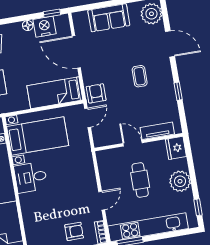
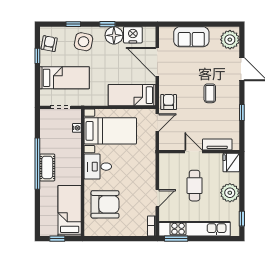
window: (52, 13) -> (107, 24), moved
floor lamp: (28, 26) -> (114, 35), width x1.89, depth x1.89
armchair: (74, 231) -> (105, 204), moved, width x1.88, depth x1.88

